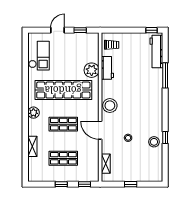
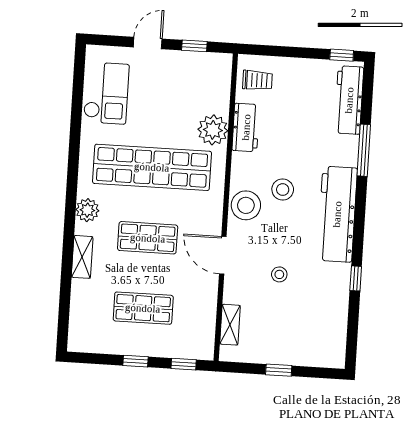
workbench: (154, 107) -> (337, 214), added
stool: (154, 142) -> (283, 190), moved
shelving: (32, 146) -> (82, 257), moved

